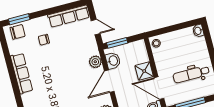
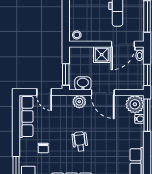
door: (96, 27) -> (44, 92), swing flipped
wheelchair: (59, 72) -> (80, 141), added

